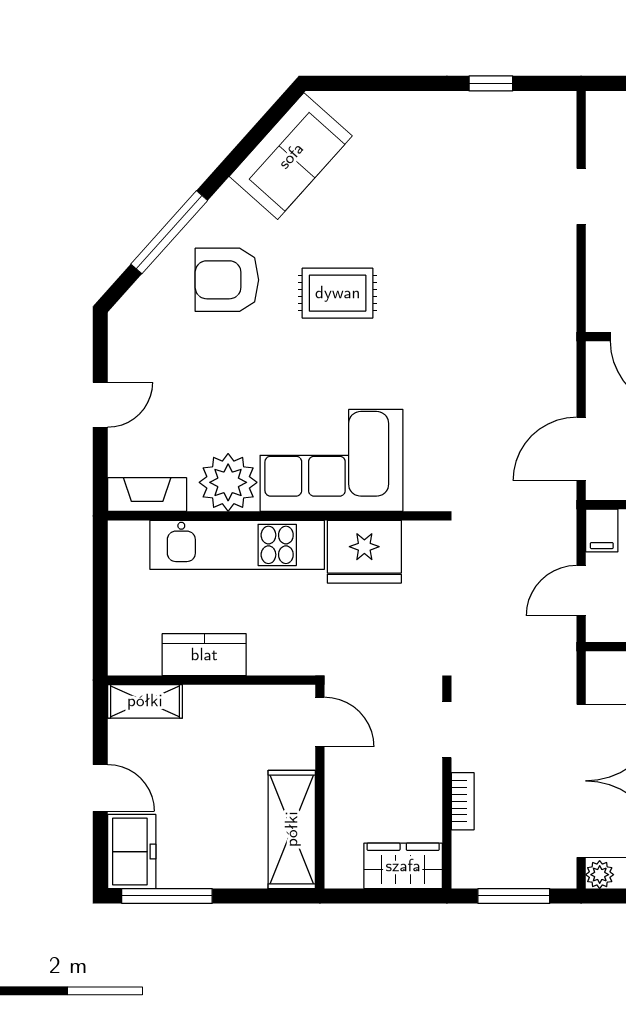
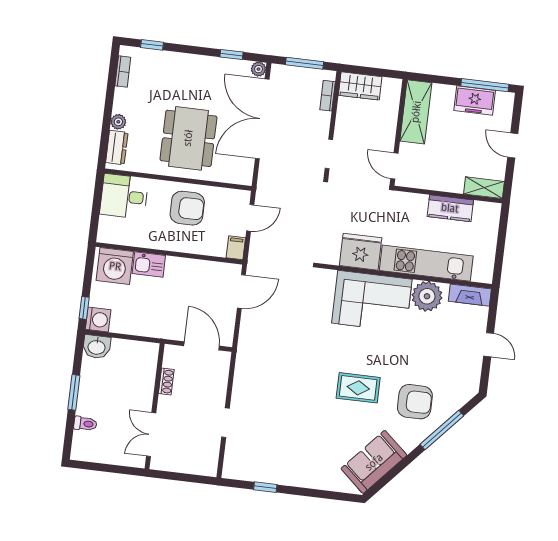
door: (100, 405) -> (489, 345), swing flipped
bookcase: (463, 801) -> (328, 96), moved
freezer: (132, 852) -> (475, 101), moved, turned -90

